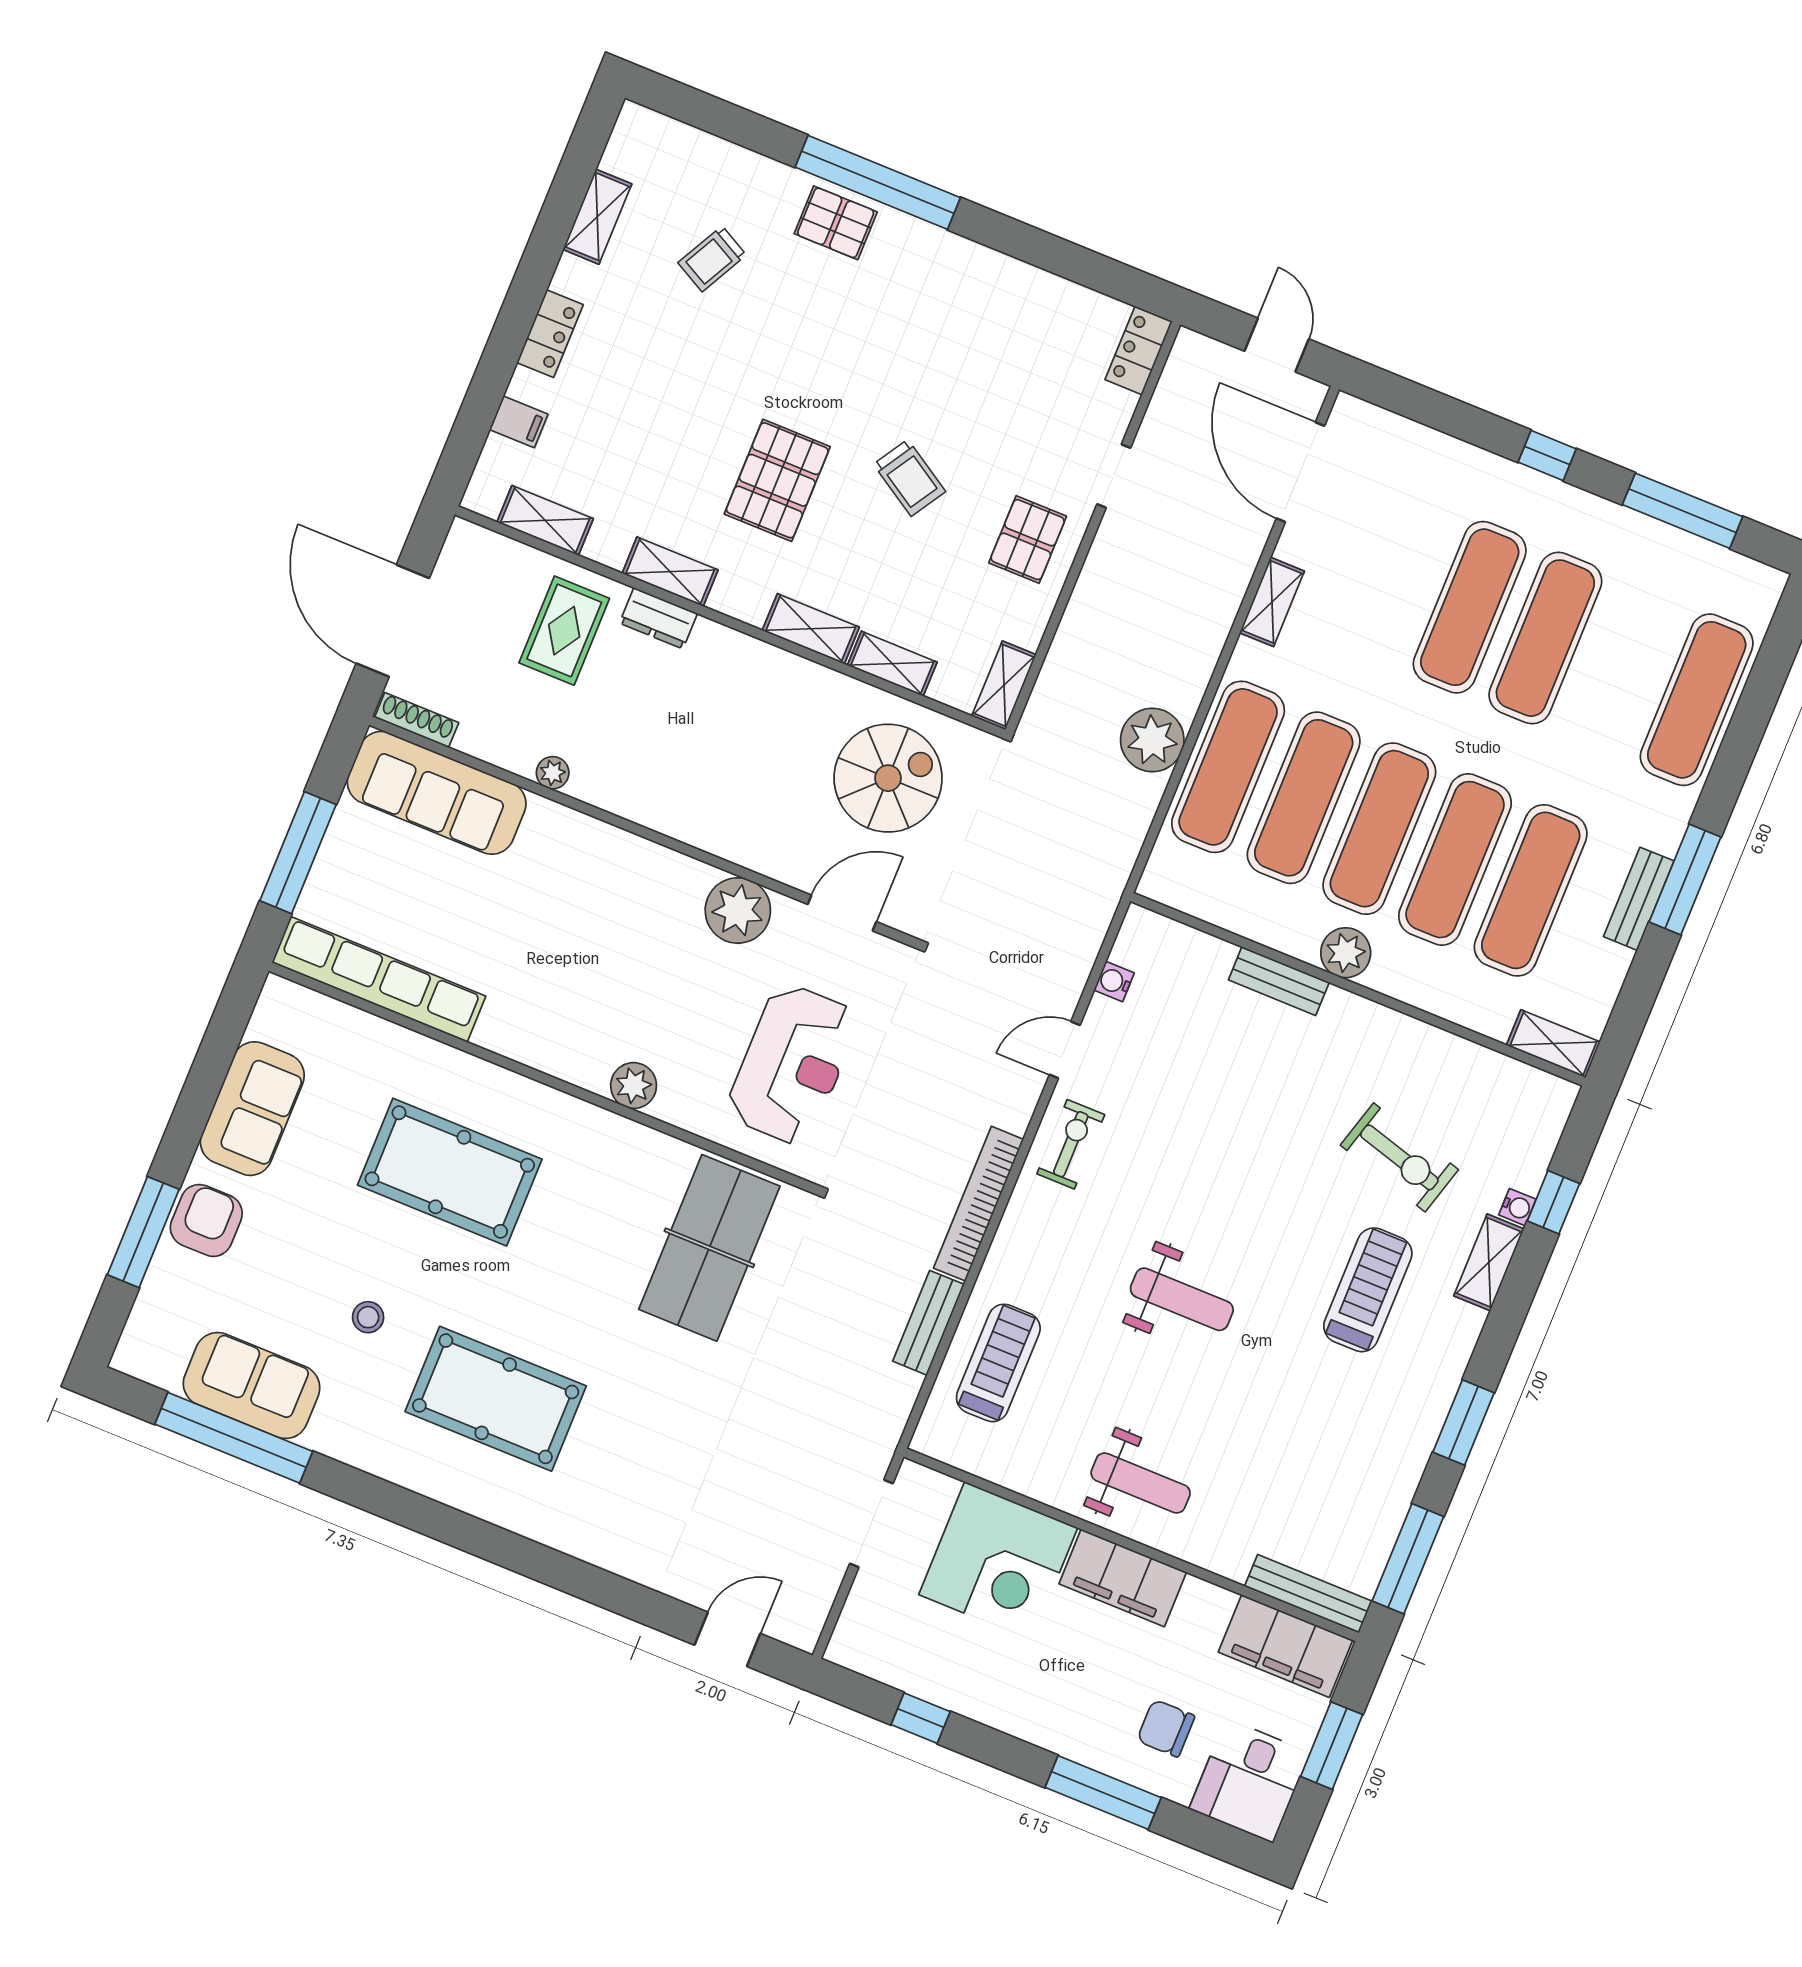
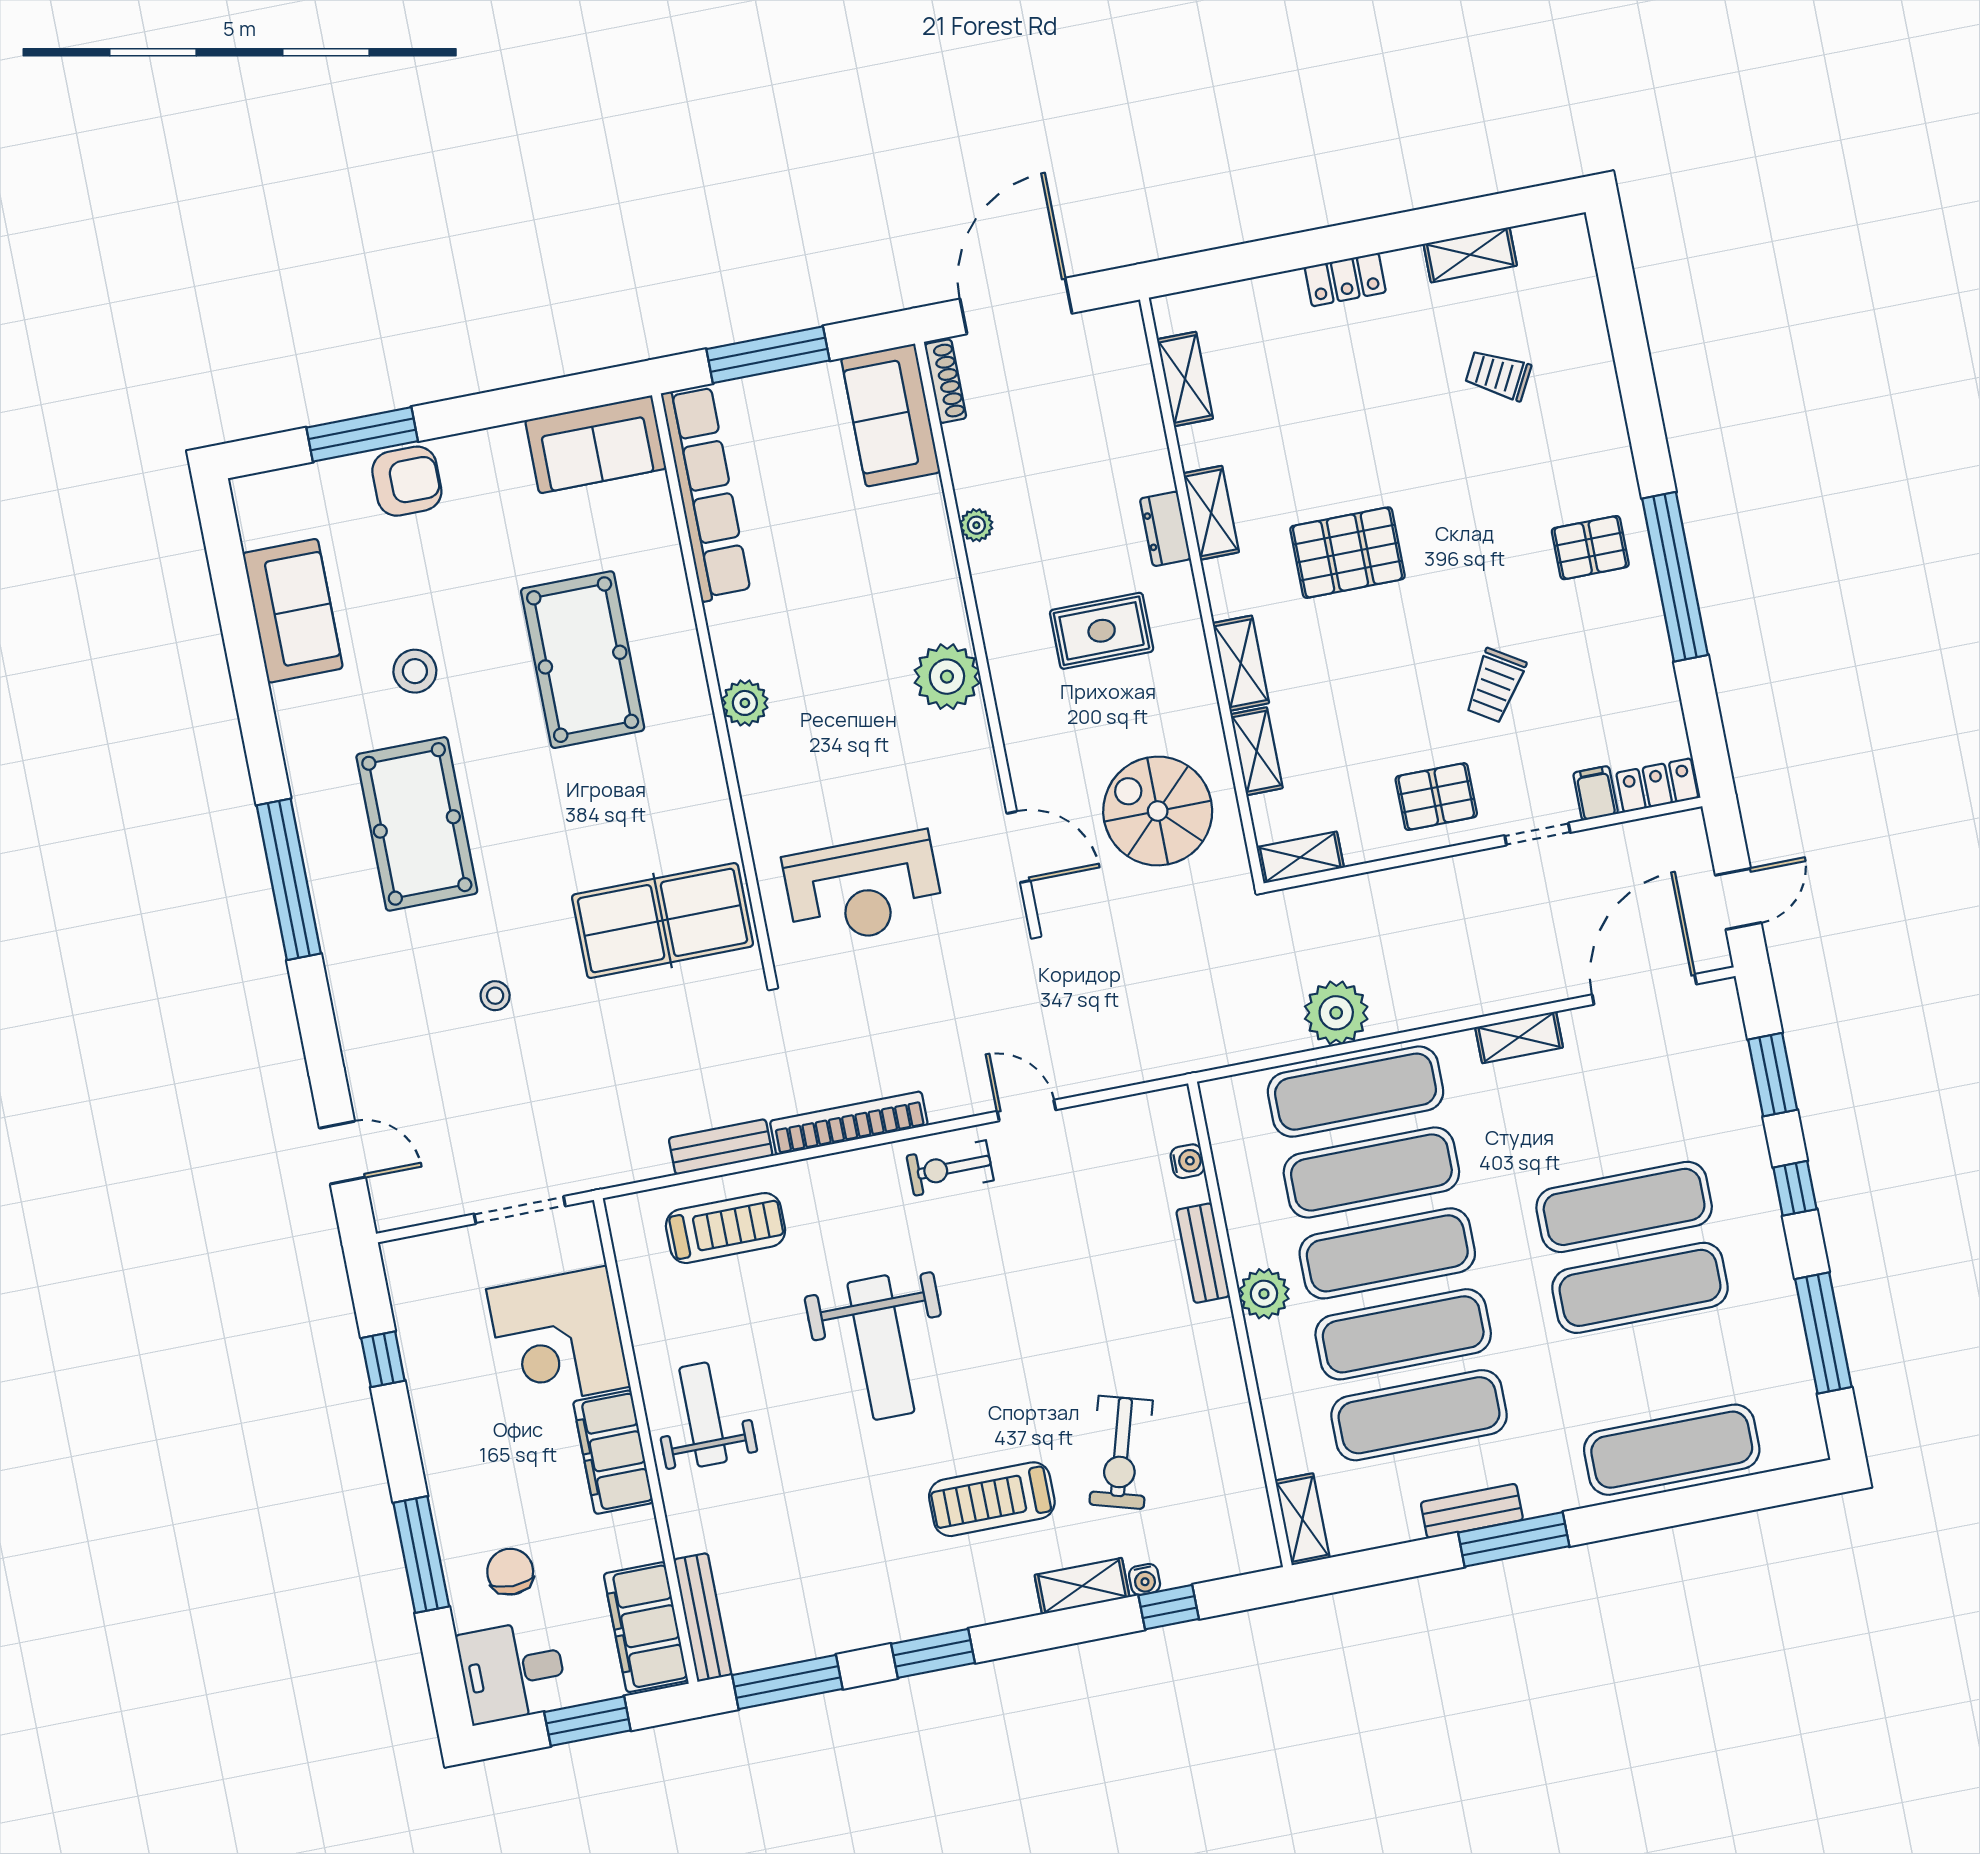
window: (878, 182) -> (1675, 577), moved
pallet: (836, 223) -> (1590, 548), moved, turned 90
window: (1441, 412) -> (1773, 1075), added
filing cabinet: (519, 422) -> (1596, 793), moved, turned 180
trolley: (909, 478) -> (1495, 685), moved
rug: (564, 631) -> (1102, 631), moved
spiral stairs: (888, 778) -> (1158, 811), turned 180
sofa: (437, 793) -> (891, 415), width x0.73
plant: (738, 910) -> (947, 677), moved
water cooler: (1114, 981) -> (1187, 1161), moved, turned 90
plant: (634, 1086) -> (745, 703), moved
sofa: (252, 1109) -> (596, 444), moved
exercise bike: (1071, 1144) -> (950, 1168), turned 180
treadmill: (1368, 1290) -> (992, 1499), turned 180
weight bench: (1182, 1299) -> (881, 1348), width x1.36, depth x1.33
stool: (368, 1317) -> (415, 671), width x1.37, depth x1.37
stool: (680, 1427) -> (495, 996), added
window: (234, 1438) -> (289, 879), moved
weight bench: (1141, 1483) -> (703, 1415), turned 180

